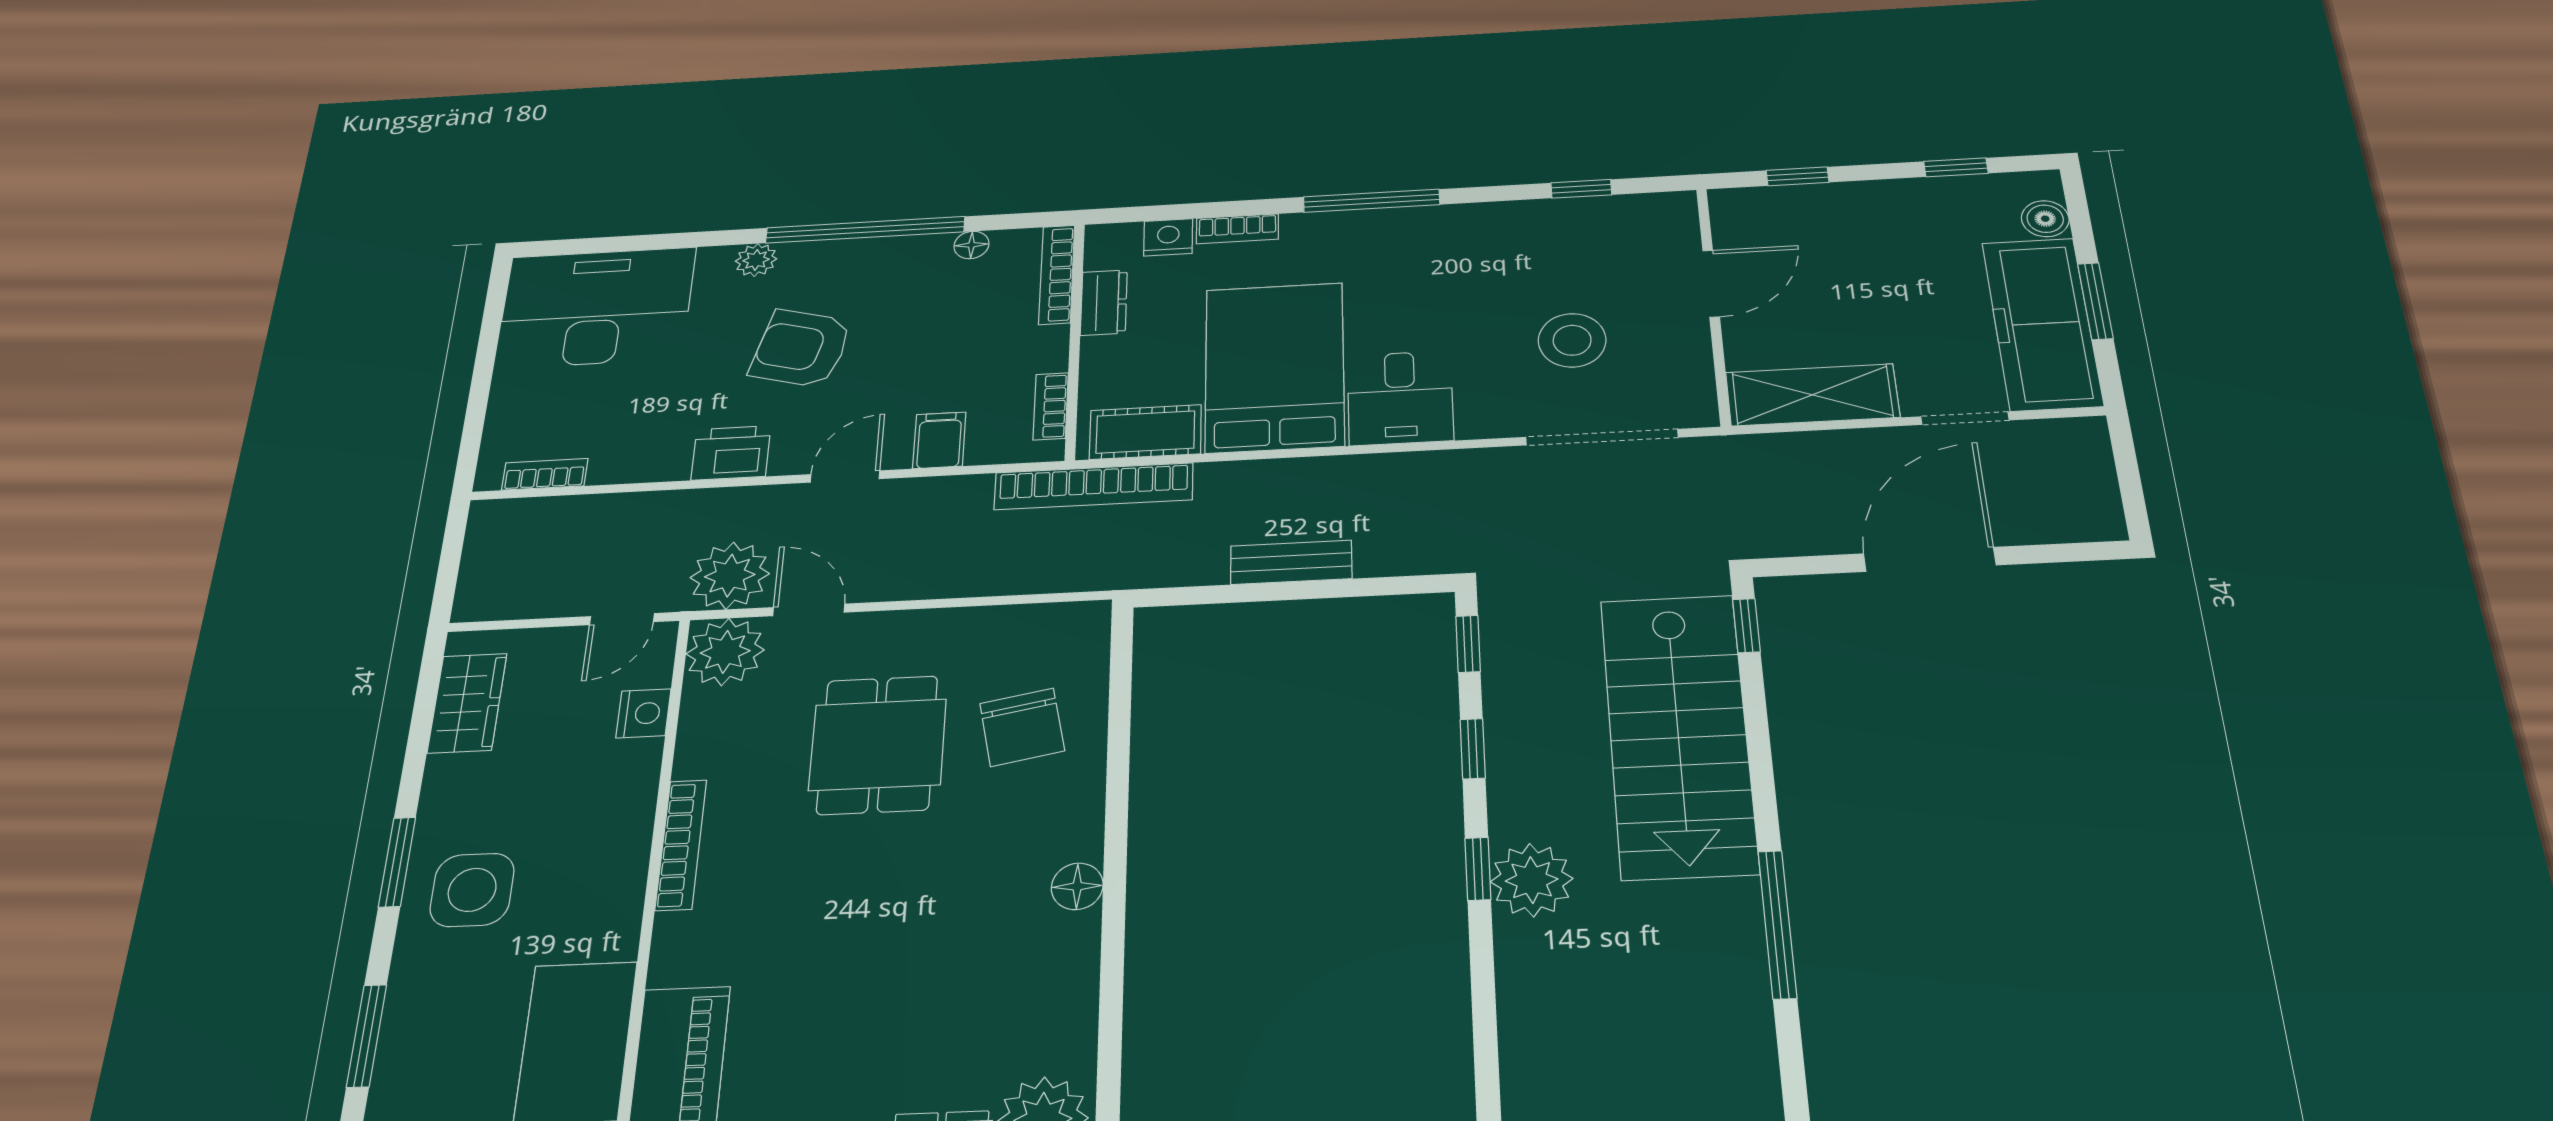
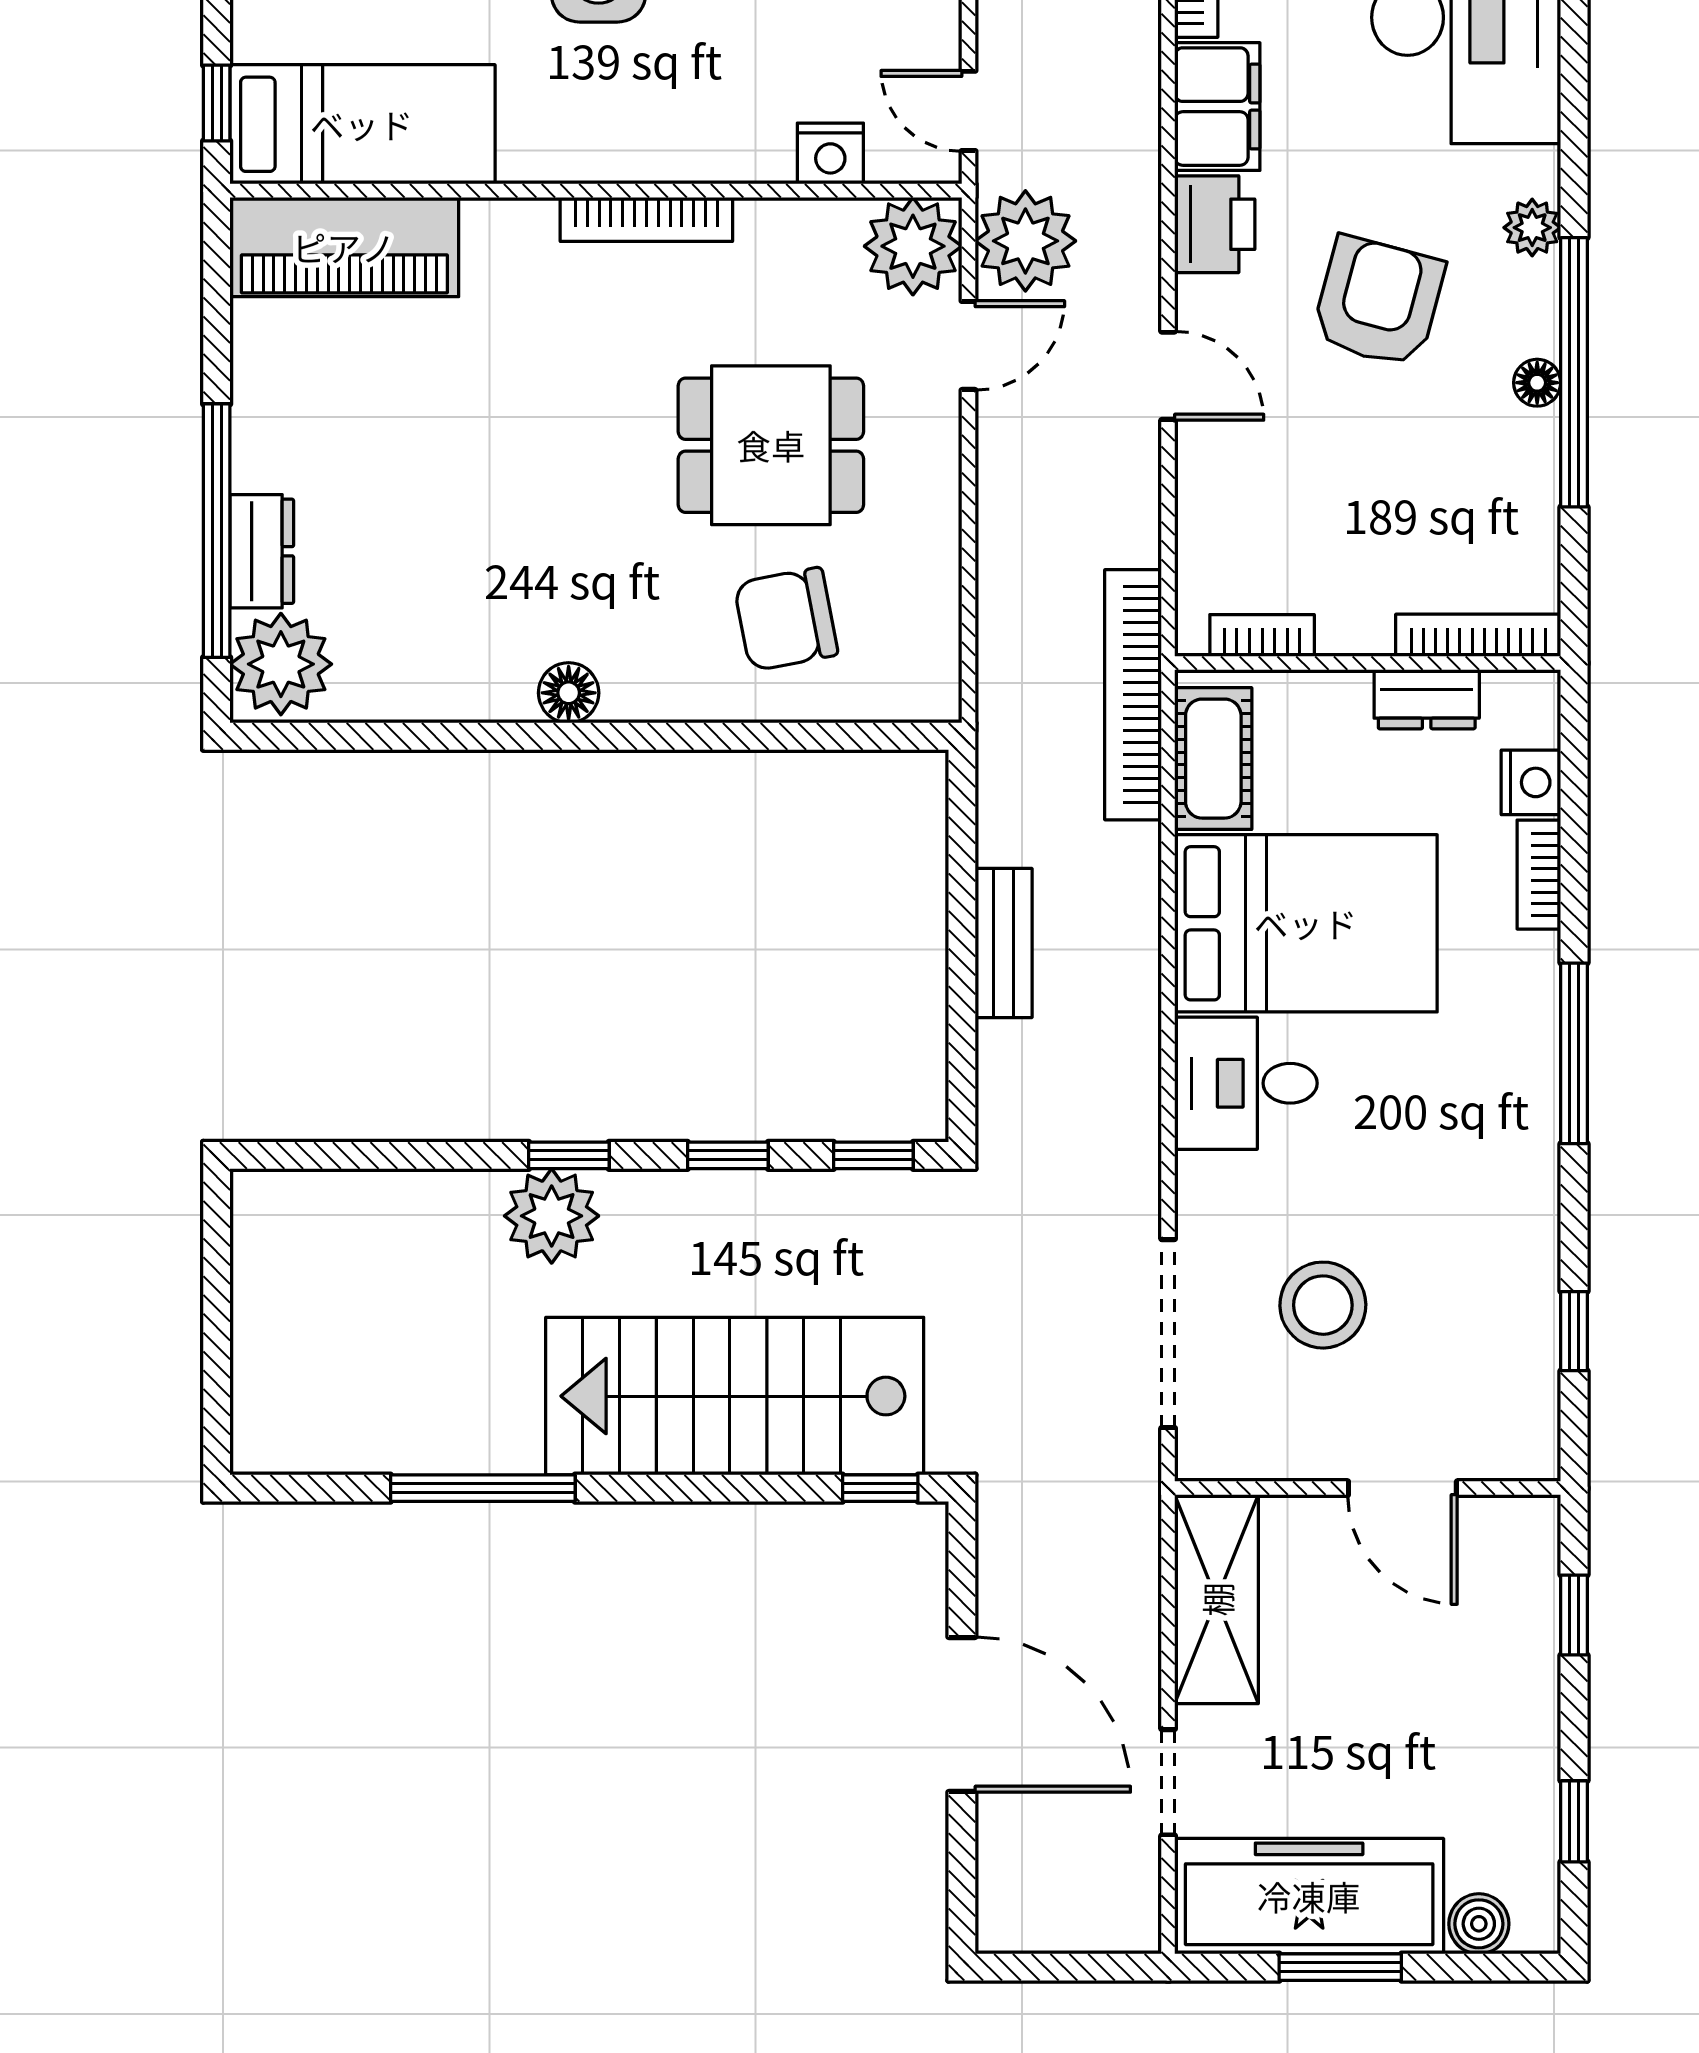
floor lamp: (971, 245) -> (1537, 383), moved
filing cabinet: (939, 440) -> (1217, 107), moved, width x2.00

